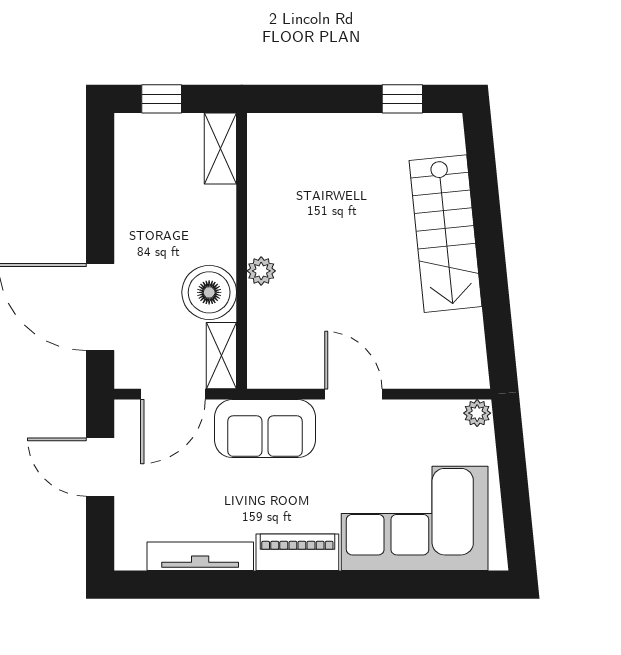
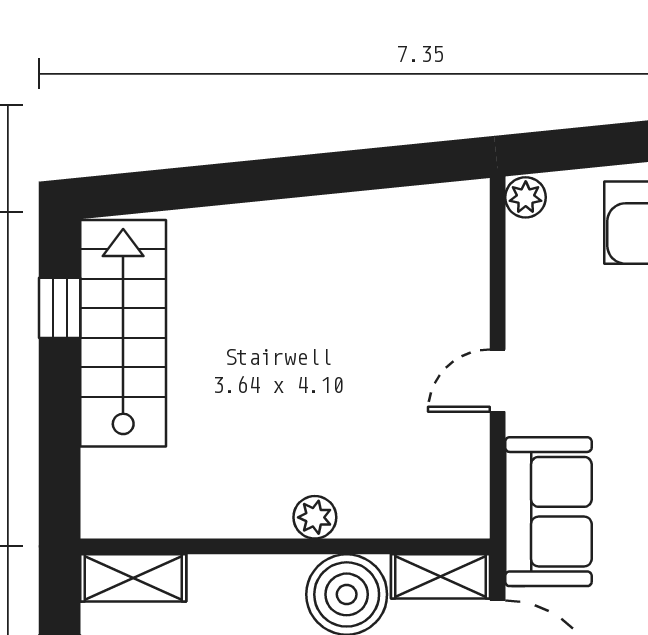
stairs: (446, 234) -> (123, 333), moved, turned -84
door: (353, 394) -> (498, 381), width x0.73

